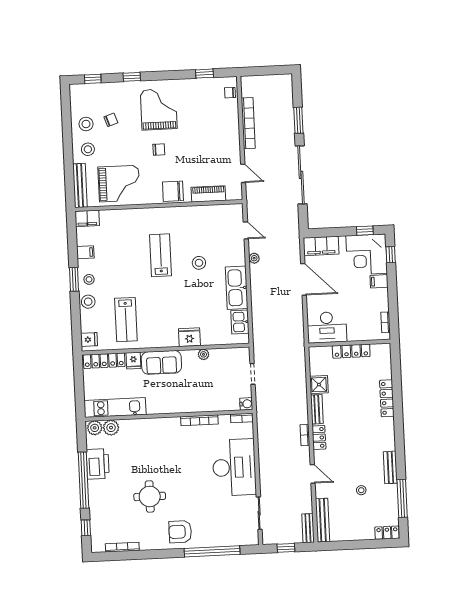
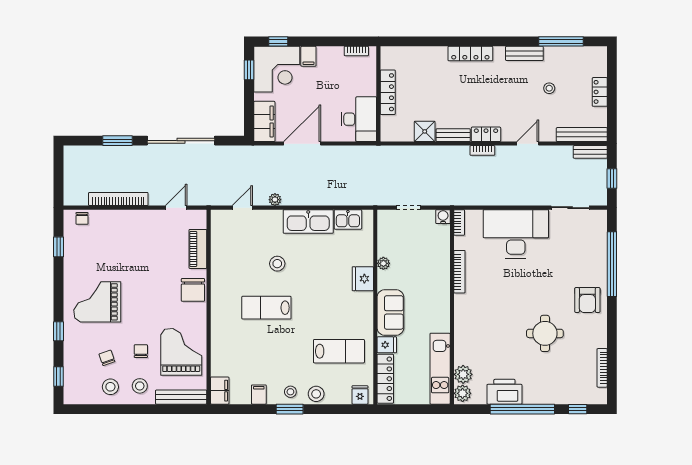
chair: (159, 150) -> (141, 351), moved
locker: (387, 398) -> (470, 54), moved
locker: (387, 533) -> (600, 92), moved

